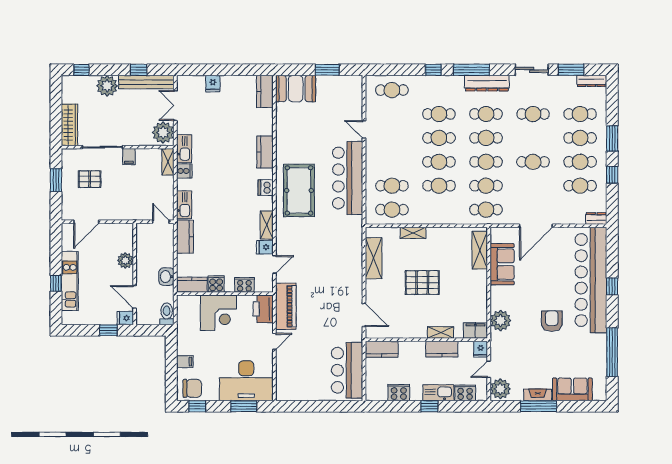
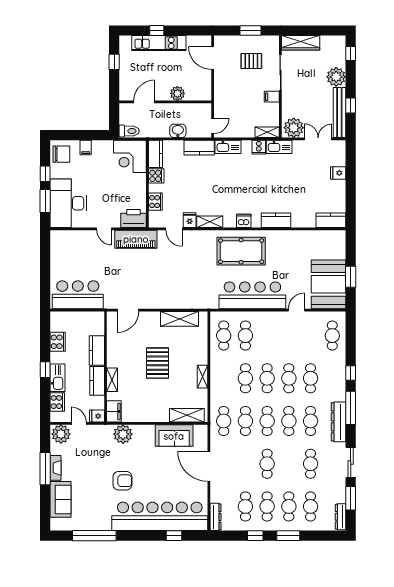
booth: (296, 89) -> (329, 284), moved, width x1.36, depth x1.42
pallet: (90, 179) -> (251, 61), turned 90
dresser: (596, 219) -> (216, 517), width x1.44
shelving: (413, 233) -> (203, 377), moved
washbasin: (166, 277) -> (178, 131), moved
window: (612, 286) -> (174, 536), moved
corner desk: (218, 313) -> (130, 156), moved
fridge: (125, 318) -> (125, 93), removed
window: (108, 330) -> (114, 62), moved
kitchen counter: (382, 349) -> (97, 351), moved
chair: (192, 388) -> (61, 154), turned -90
window: (197, 406) -> (45, 174), moved

